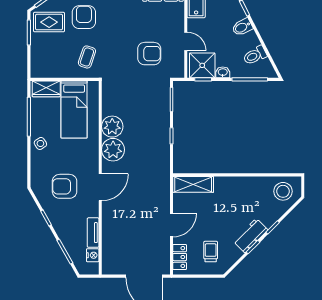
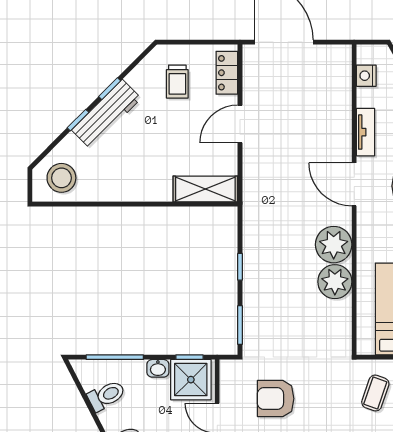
door: (100, 187) -> (354, 184), hinge flipped
tv unit: (93, 233) -> (365, 132), moved
workbench: (251, 235) -> (106, 114), width x1.38

